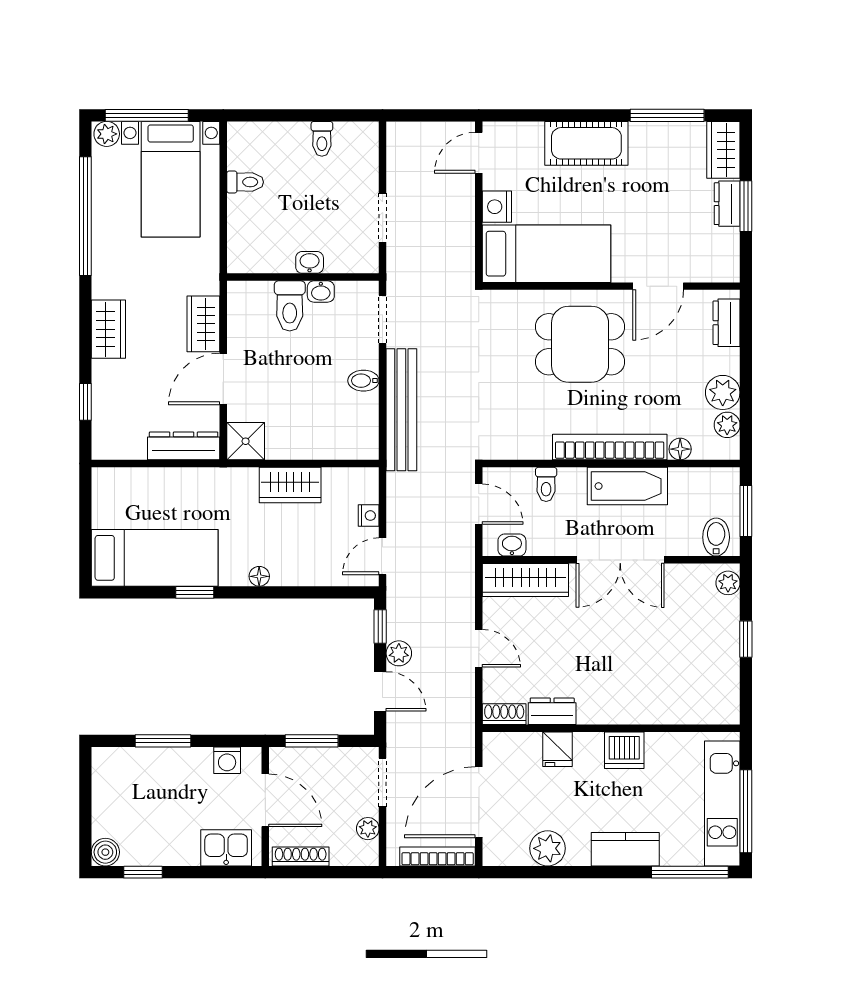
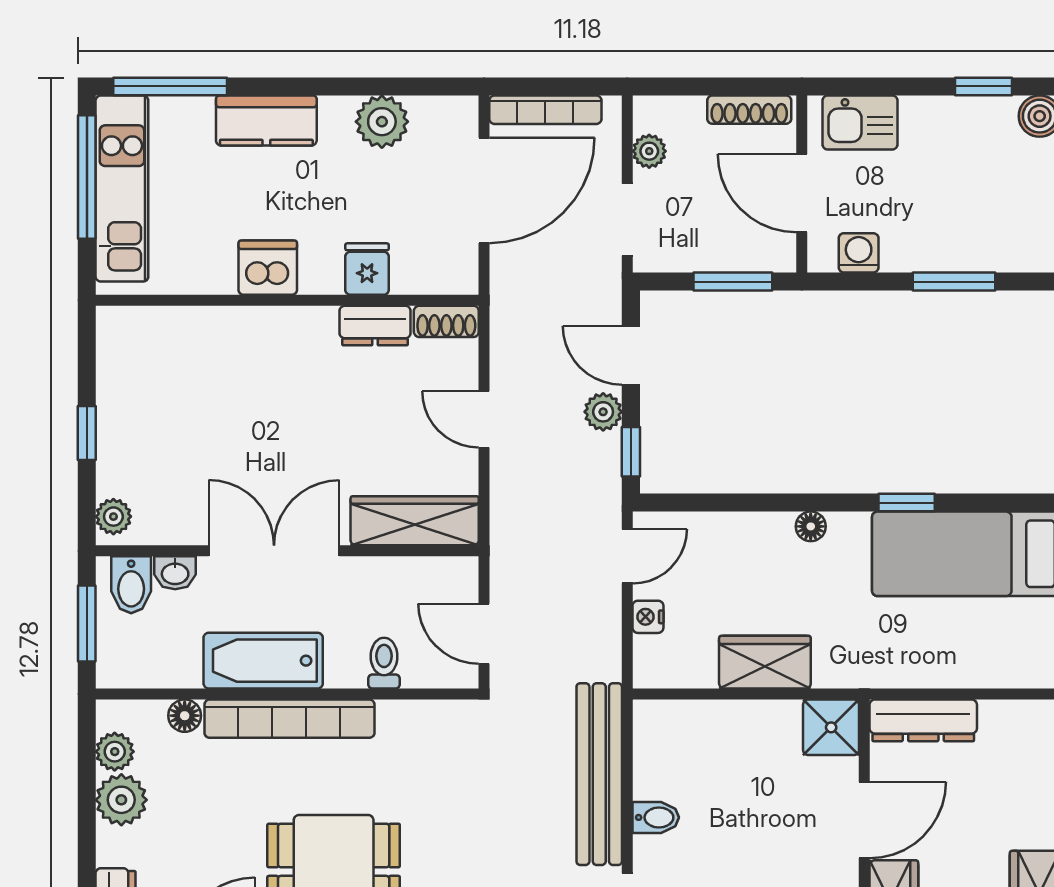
washbasin: (512, 545) -> (175, 573), moved

